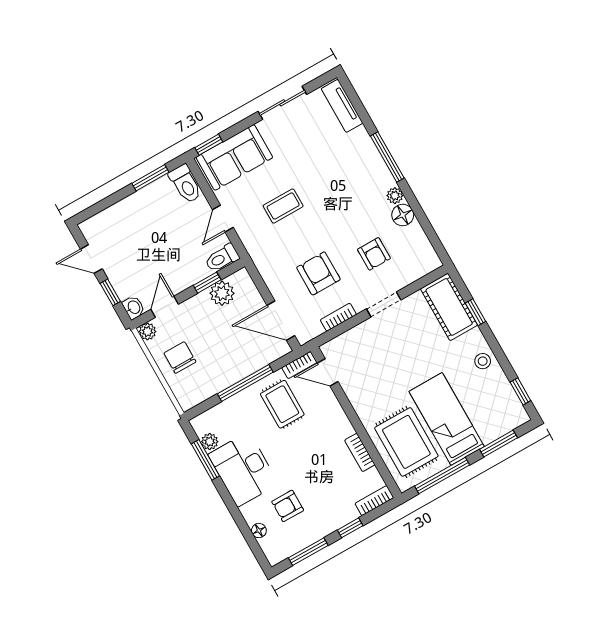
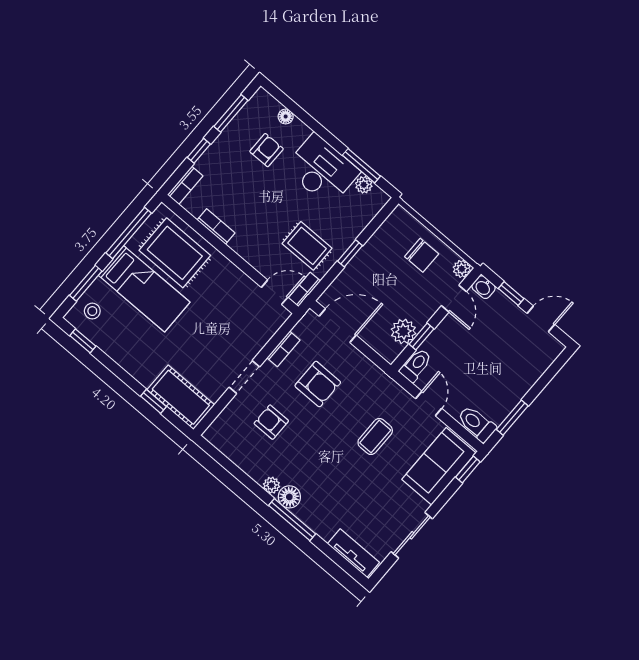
floor lamp: (403, 215) -> (289, 497), moved
stool: (483, 361) -> (92, 311), moved
window: (245, 383) -> (350, 253), width x0.46

